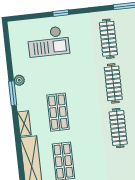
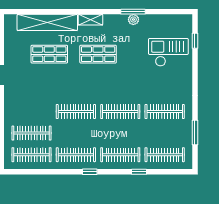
window: (61, 13) -> (195, 41), moved
checkout: (48, 42) -> (168, 52), turned 90
window: (13, 93) -> (133, 12), moved

